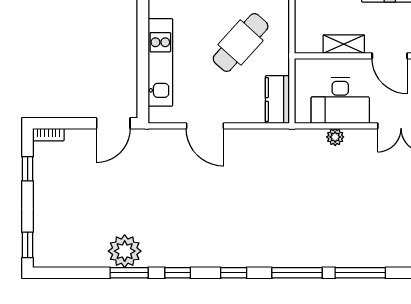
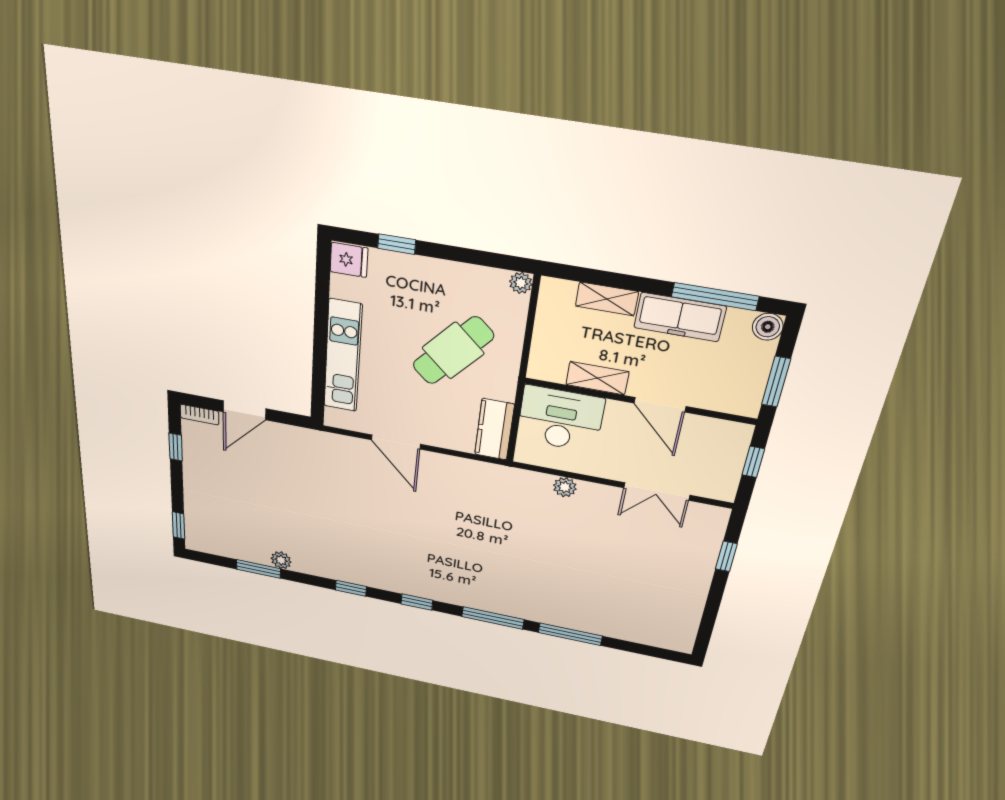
desk: (340, 101) -> (560, 419), moved, turned 180
door: (113, 123) -> (244, 410), moved
plant: (125, 251) -> (281, 560), width x0.53, depth x0.53
window: (129, 273) -> (258, 569), moved

